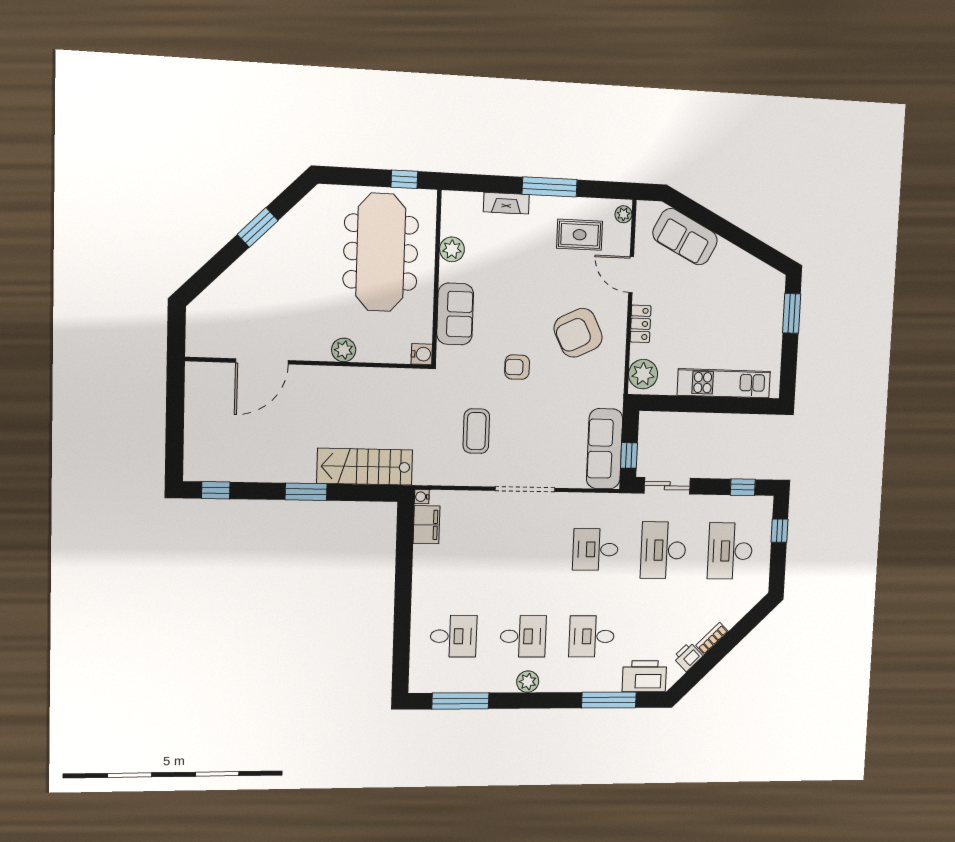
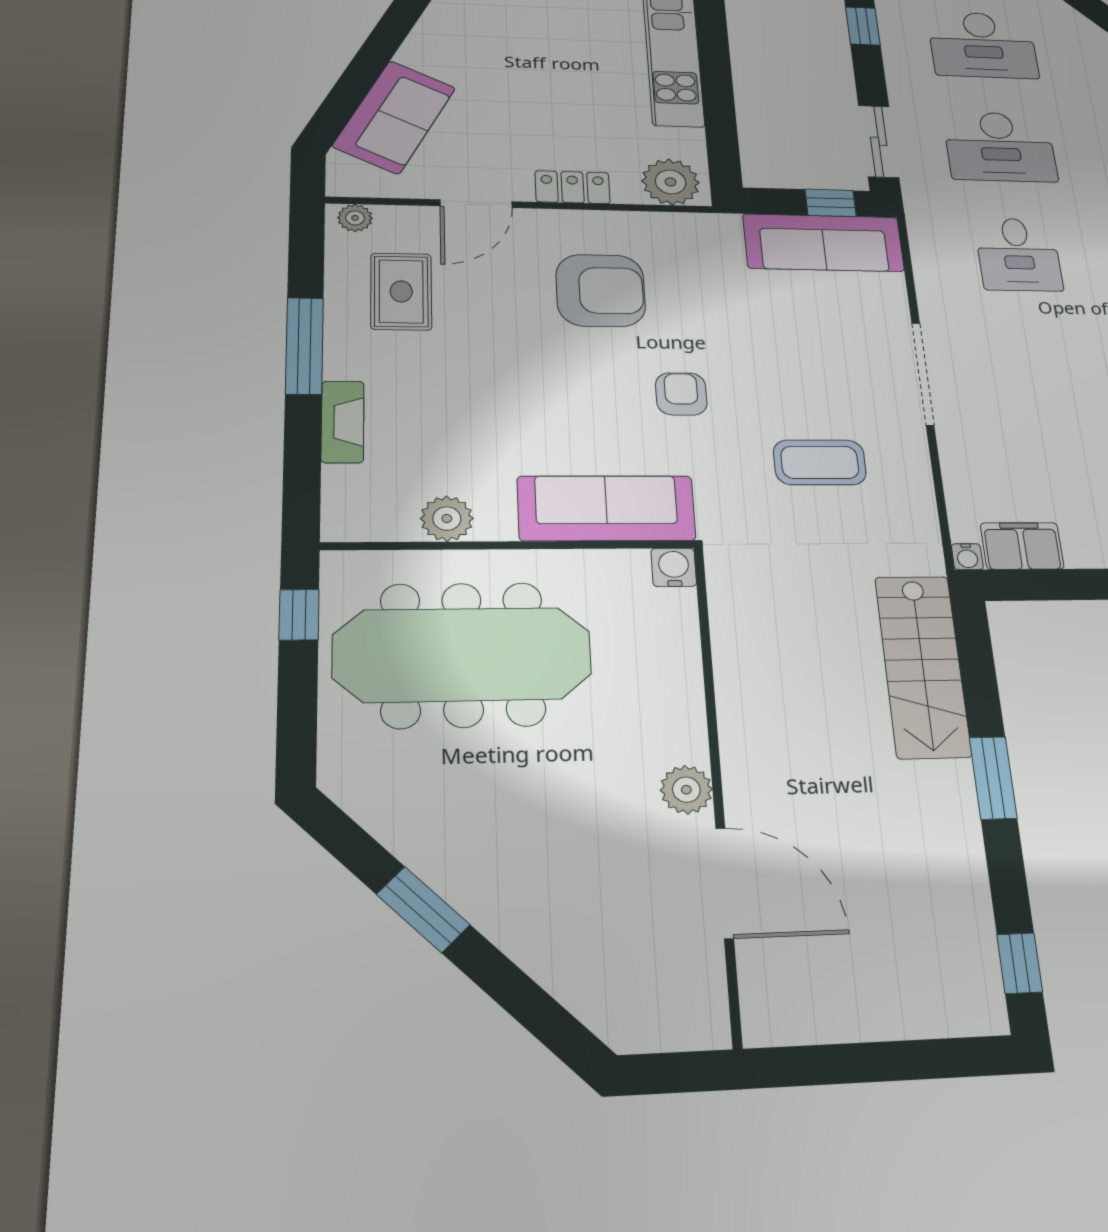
sofa: (455, 314) -> (607, 508), width x1.36
armchair: (578, 333) -> (601, 290), turned -64
plant: (344, 350) -> (686, 790), moved
armchair: (517, 367) -> (681, 394), turned 180

